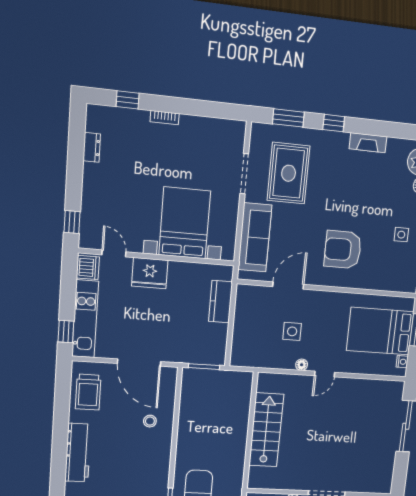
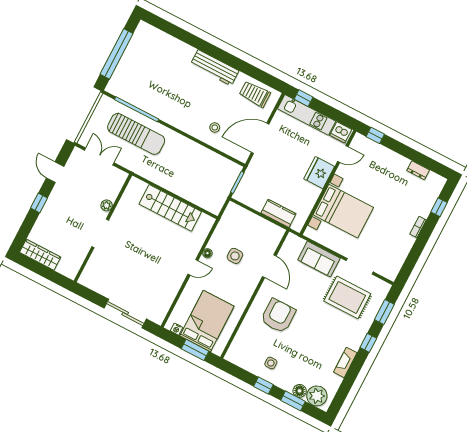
sofa: (255, 237) -> (319, 259), width x0.73
door: (325, 374) -> (193, 267), swing flipped

